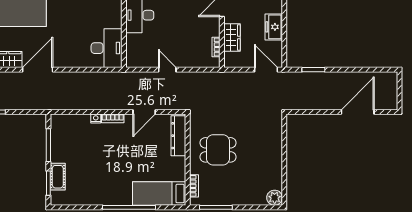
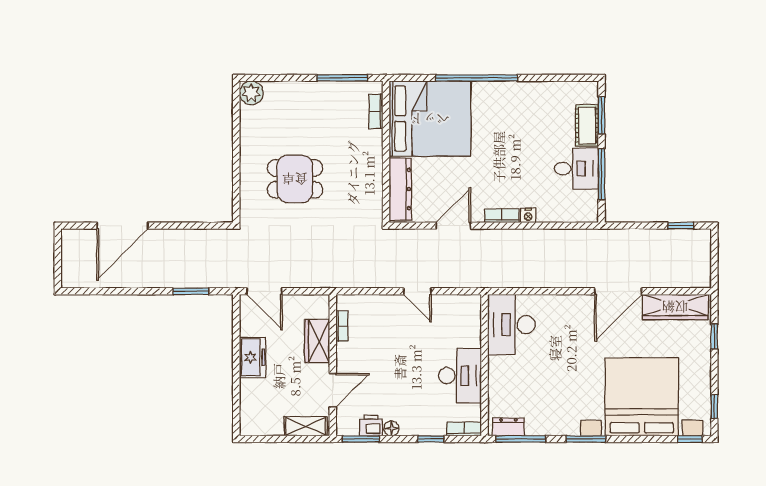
desk: (65, 149) -> (576, 169), added
dining table: (218, 150) -> (295, 179), moved
bed: (159, 194) -> (430, 119), width x2.04

